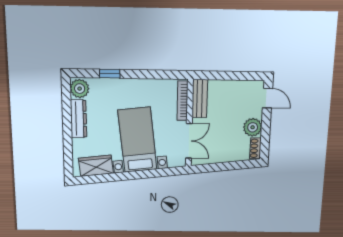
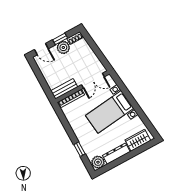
door: (267, 98) -> (41, 49), swing flipped
window: (266, 129) -> (60, 39), added
double door: (189, 141) -> (93, 81), swing flipped
wardrobe: (96, 166) -> (138, 140), moved, turned 96

